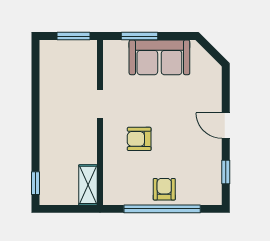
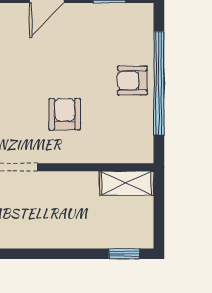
armchair: (139, 139) -> (65, 114), turned 180

